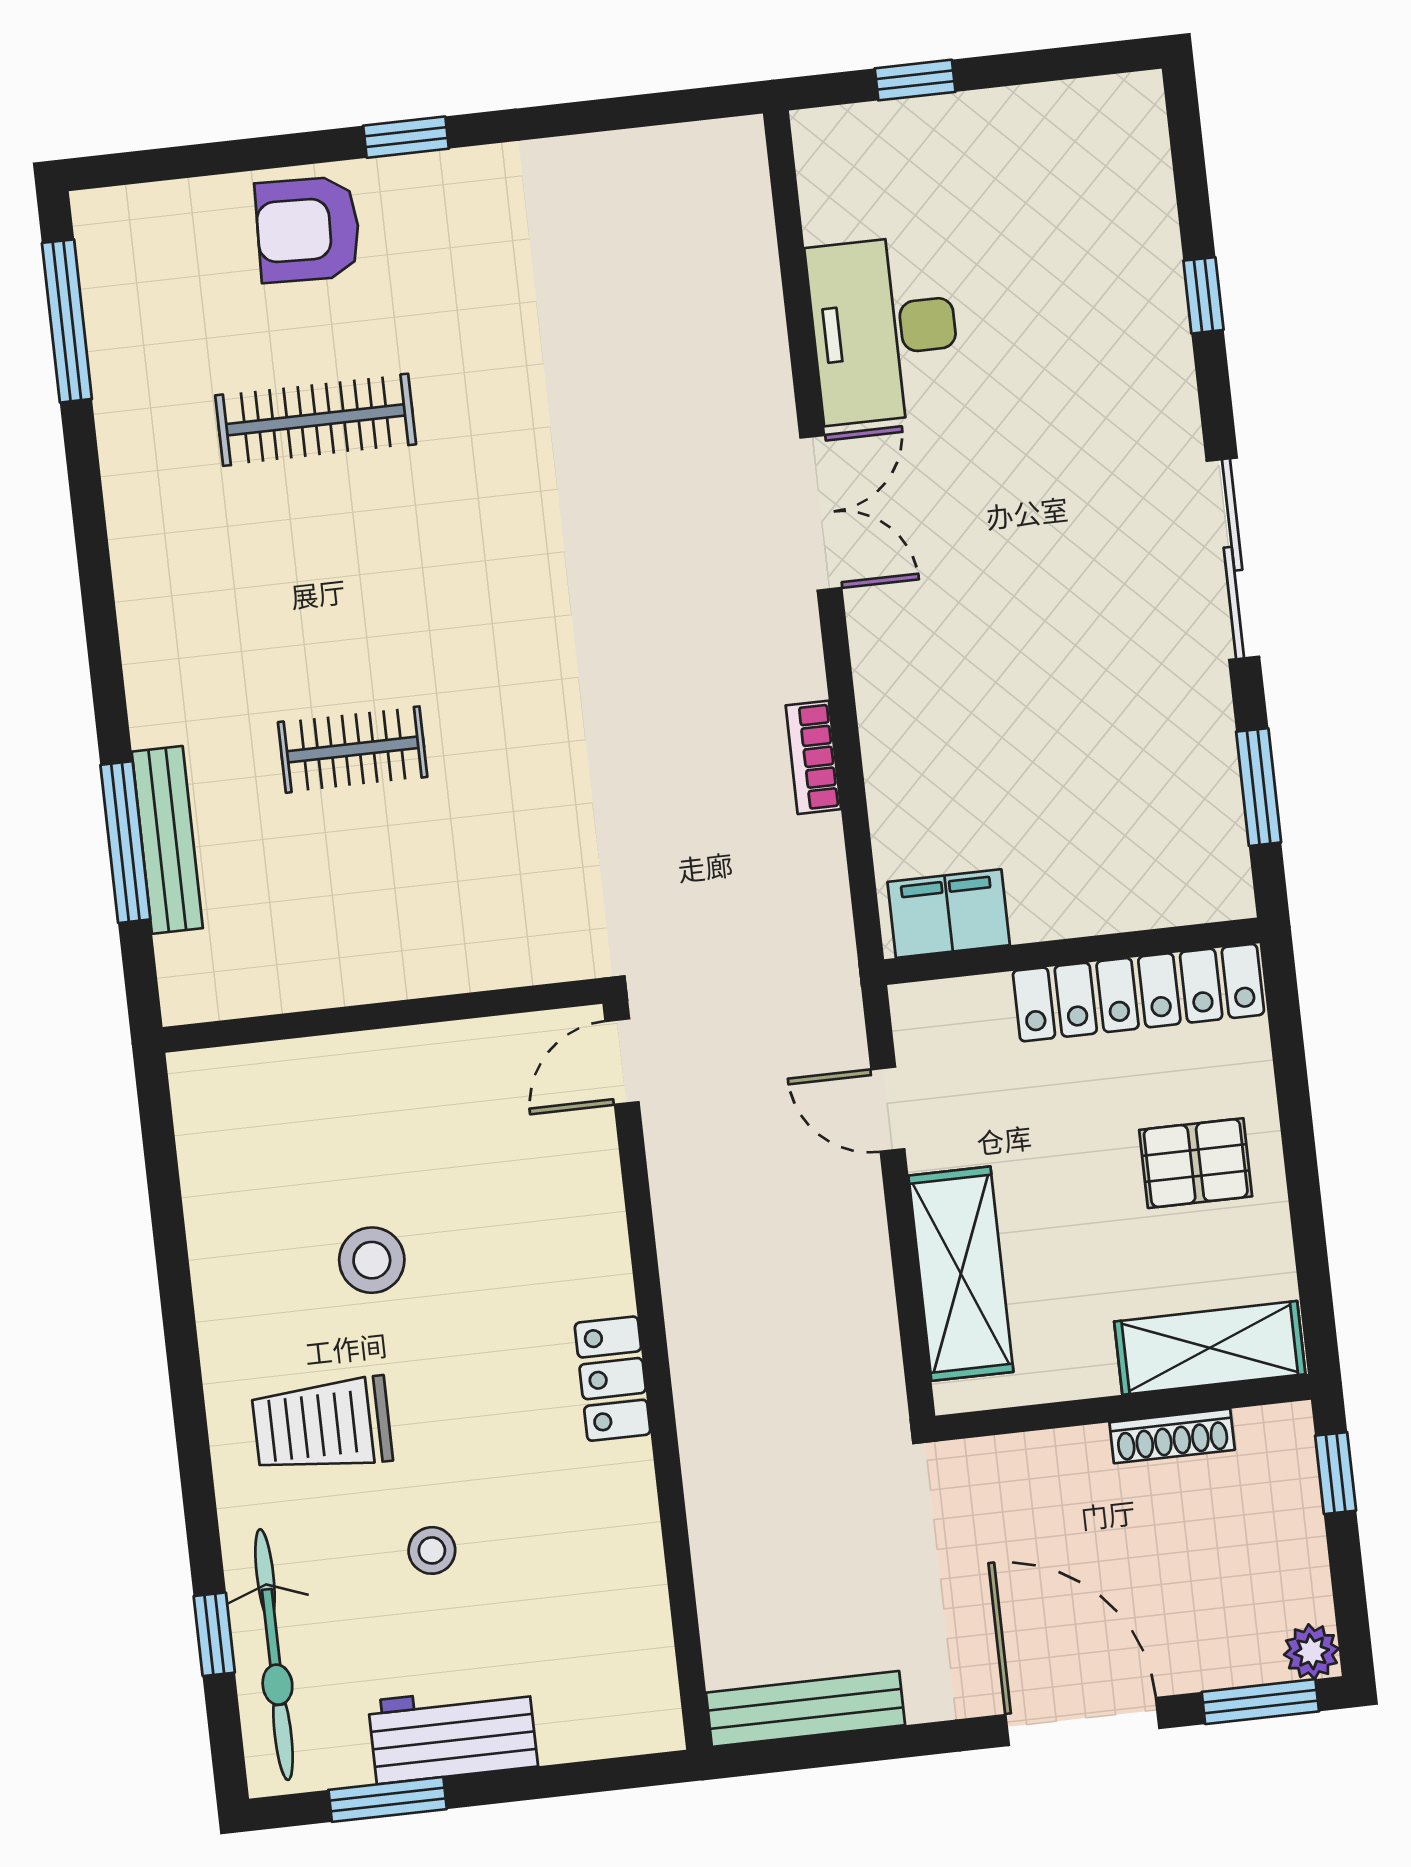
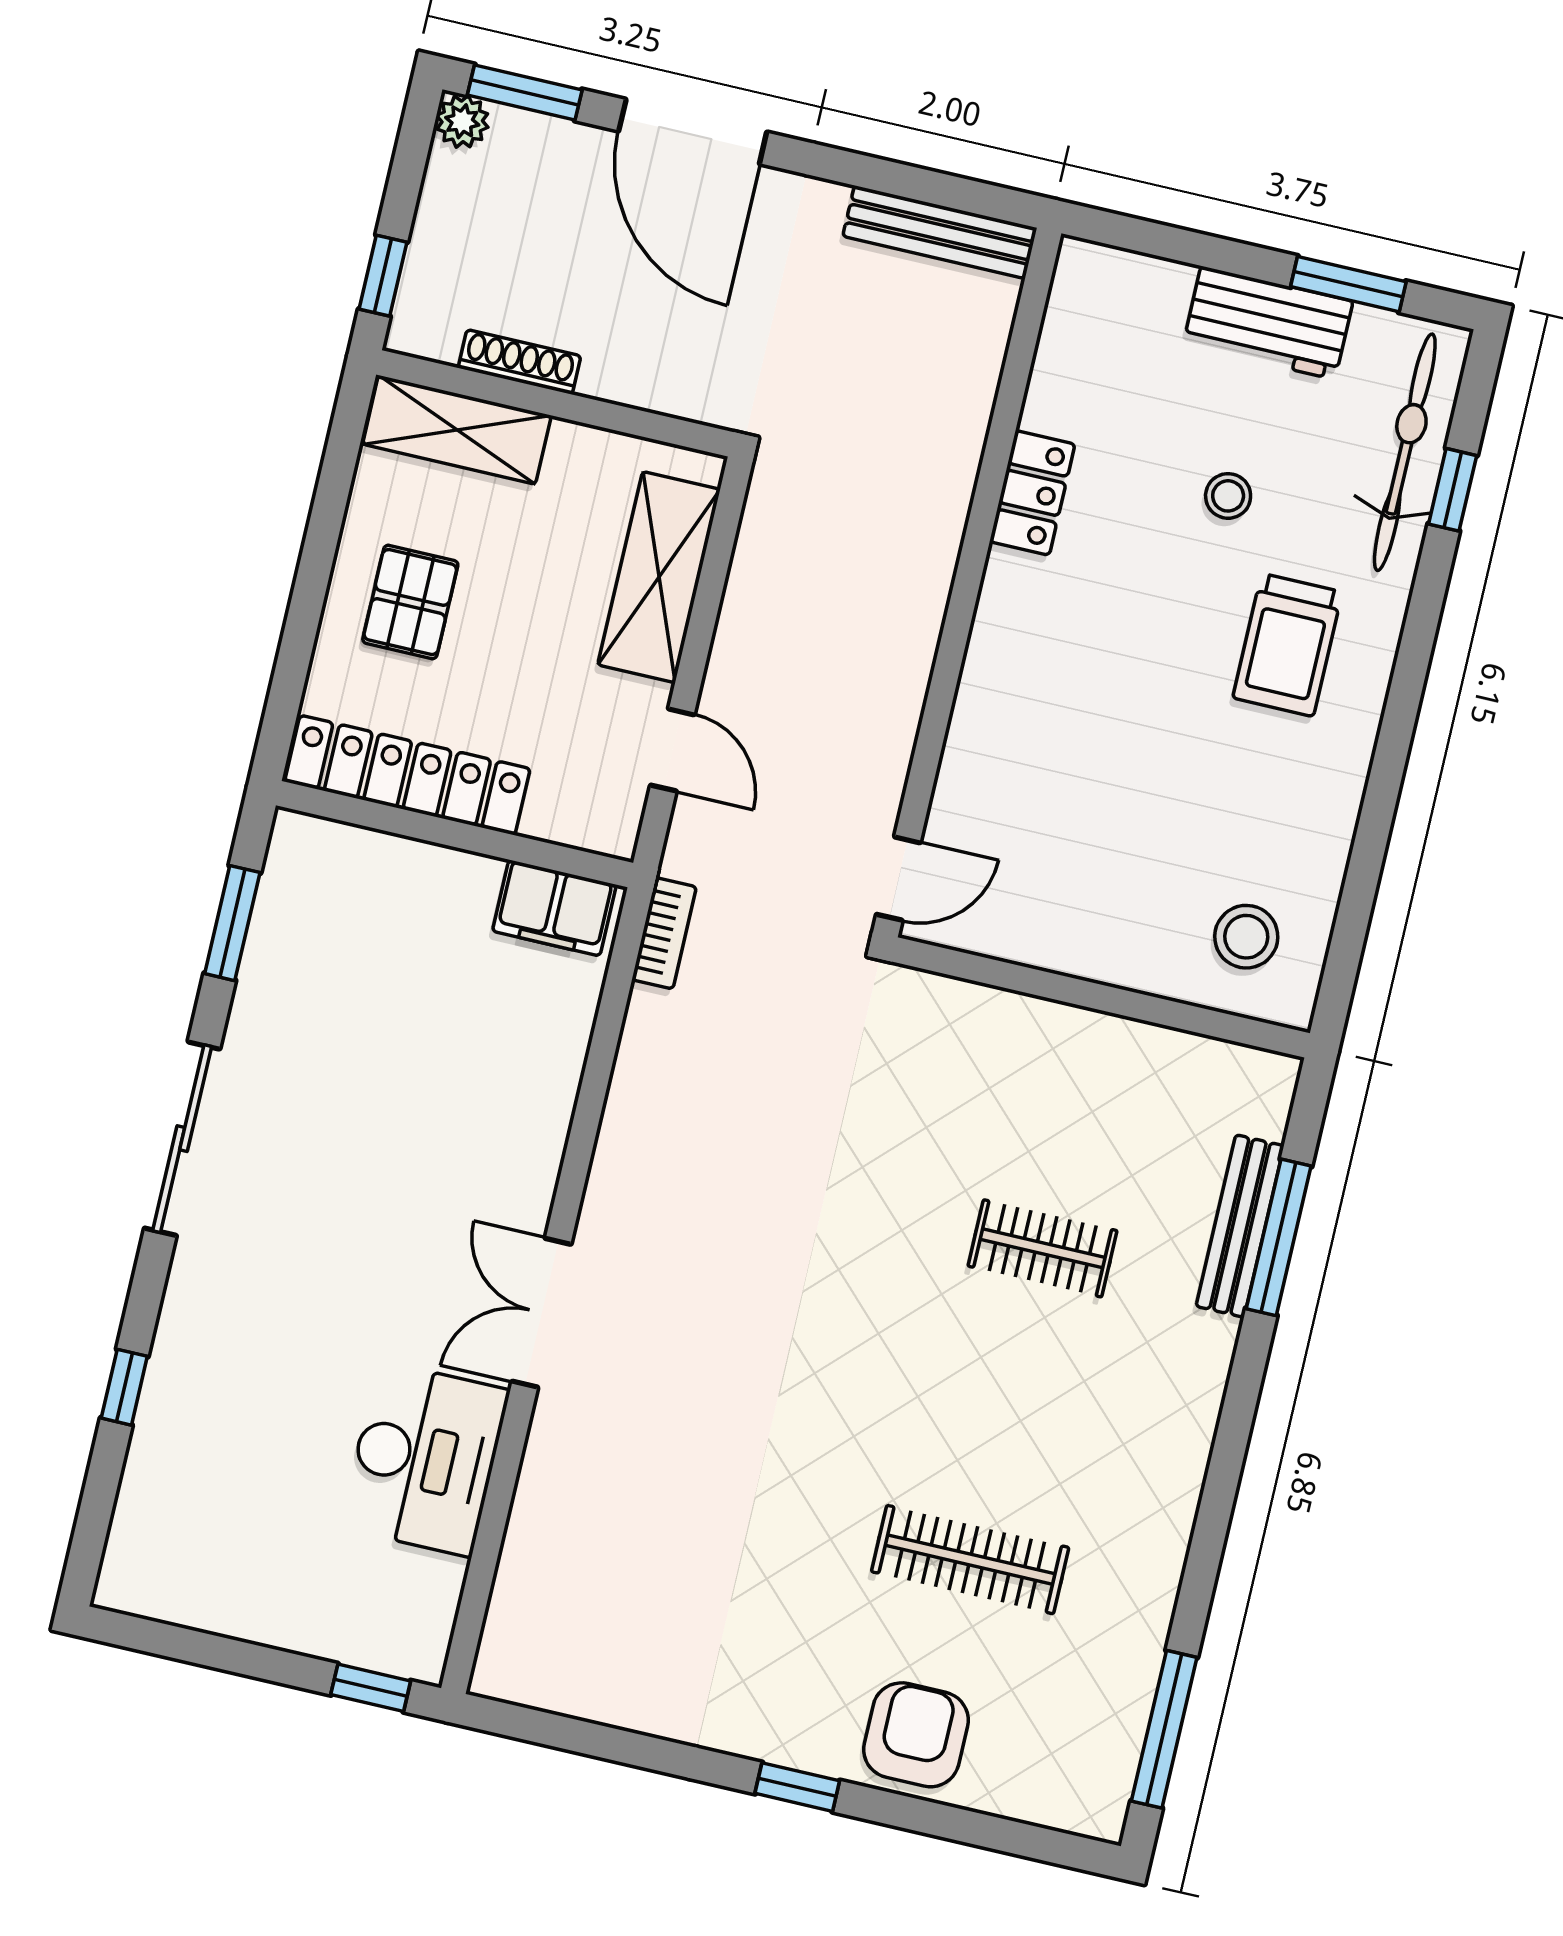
window: (915, 80) -> (371, 1688), moved
armchair: (308, 229) -> (916, 1735), turned -92
bookcase: (813, 757) -> (664, 933), moved
pallet: (1196, 1163) -> (410, 602), turned 90
stool: (372, 1260) -> (1246, 937), moved
locker: (613, 1379) -> (1032, 493), moved
trolley: (322, 1425) -> (1287, 645), turned 90

